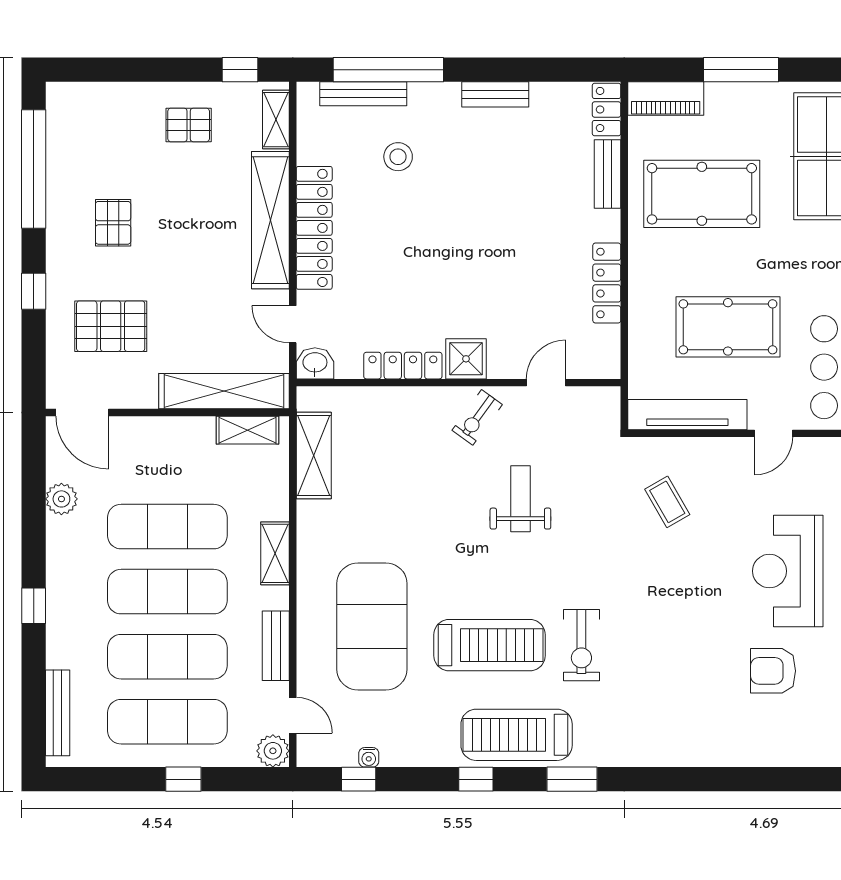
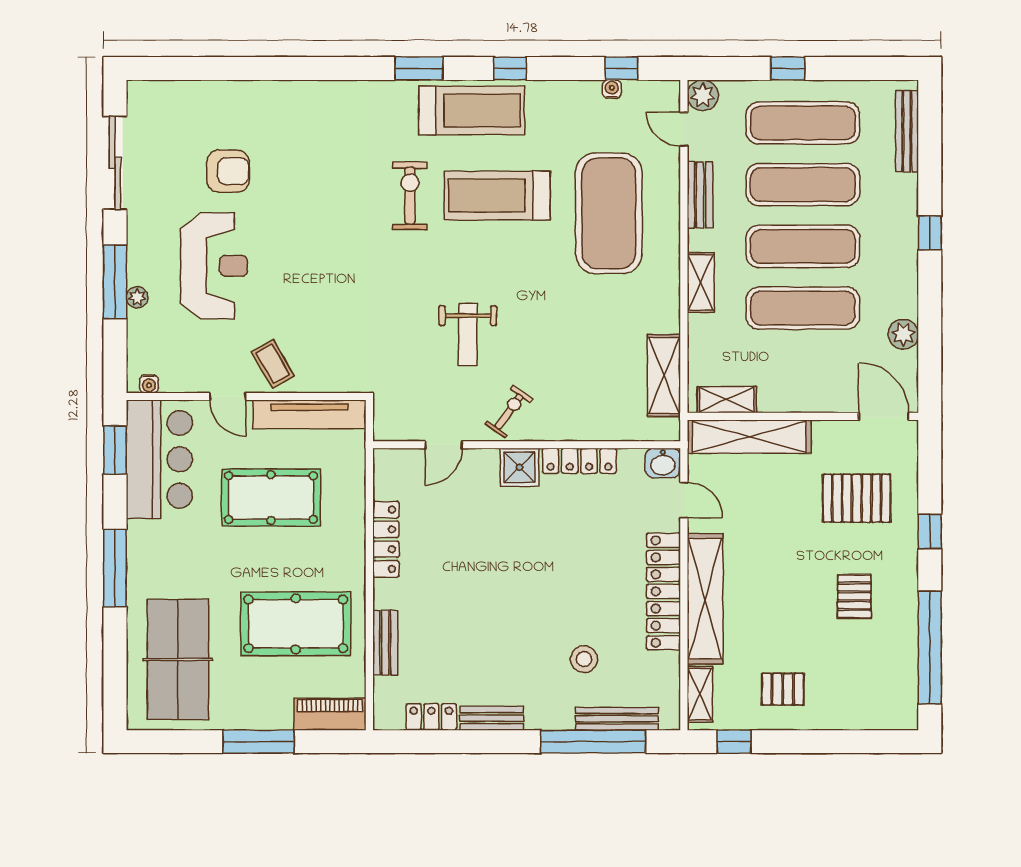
locker: (607, 109) -> (431, 717), moved, turned -90
door: (774, 433) -> (228, 397), swing flipped
coffee table: (667, 502) -> (273, 364), moved

